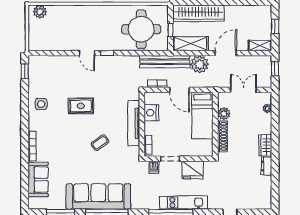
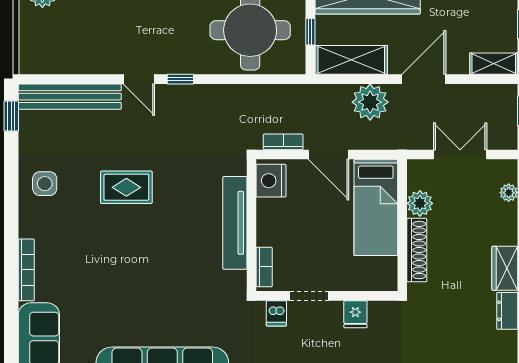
bench: (165, 62) -> (70, 97), moved
nightstand: (151, 113) -> (271, 181), moved
coffee table: (100, 143) -> (166, 263), removed
fridge: (192, 170) -> (355, 314), width x0.53, depth x0.75

